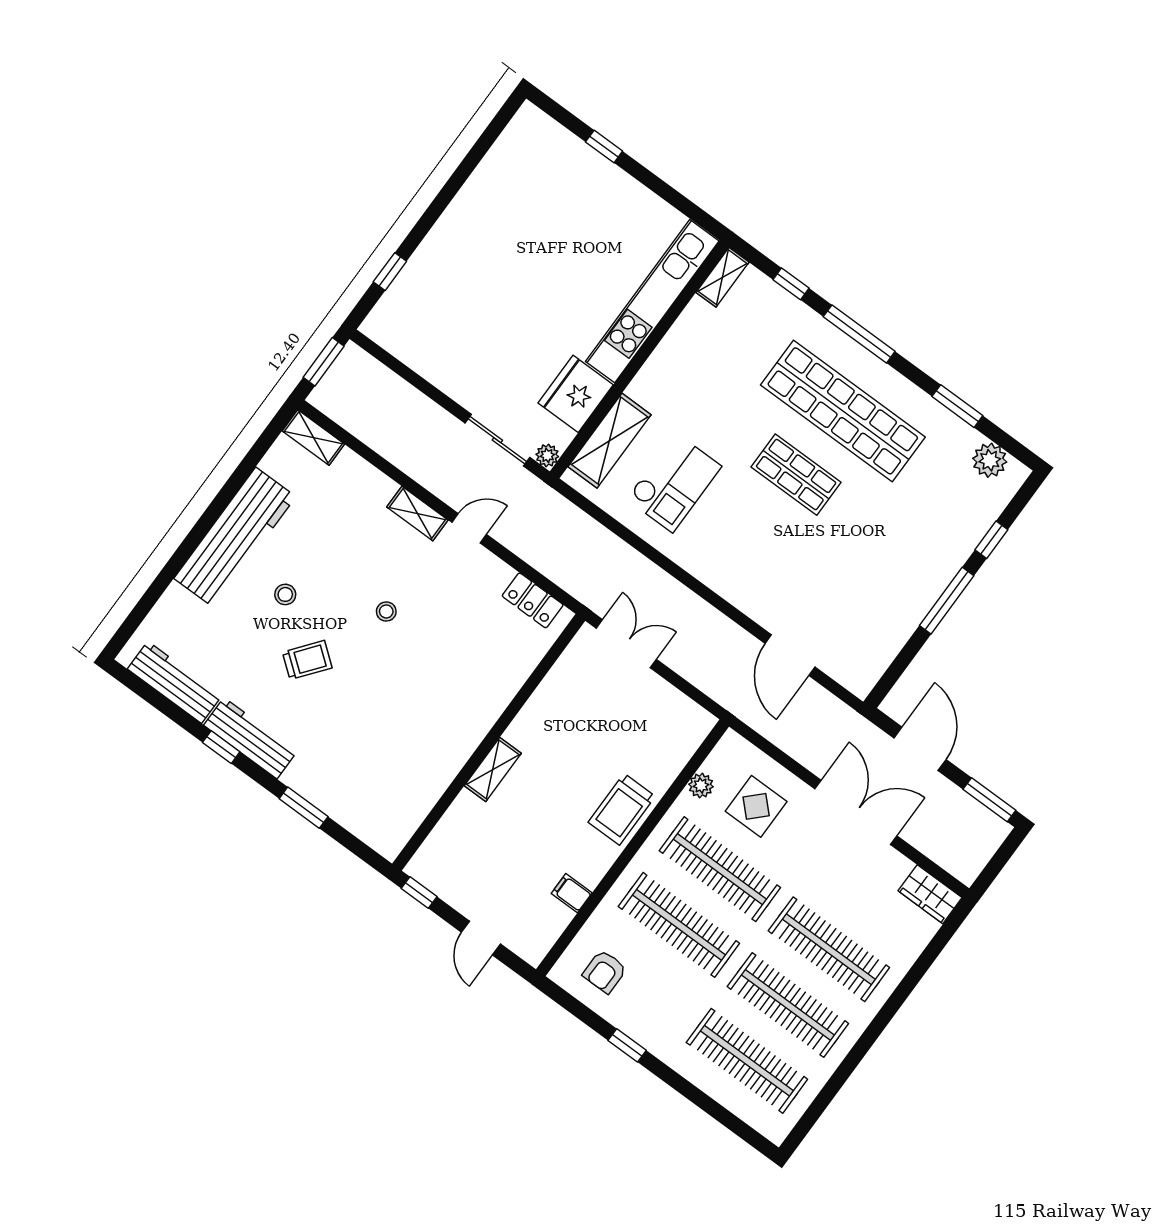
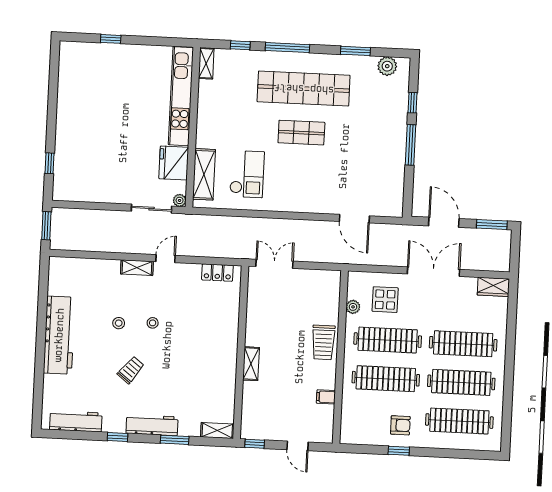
shelving: (313, 437) -> (217, 430), moved
stool: (285, 594) -> (119, 323), moved
workbench: (250, 738) -> (152, 425), moved
armchair: (605, 972) -> (400, 425), moved, turned -90

